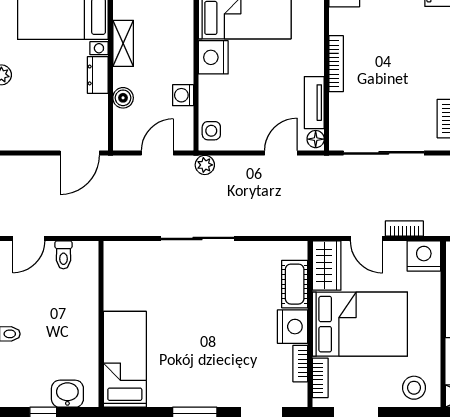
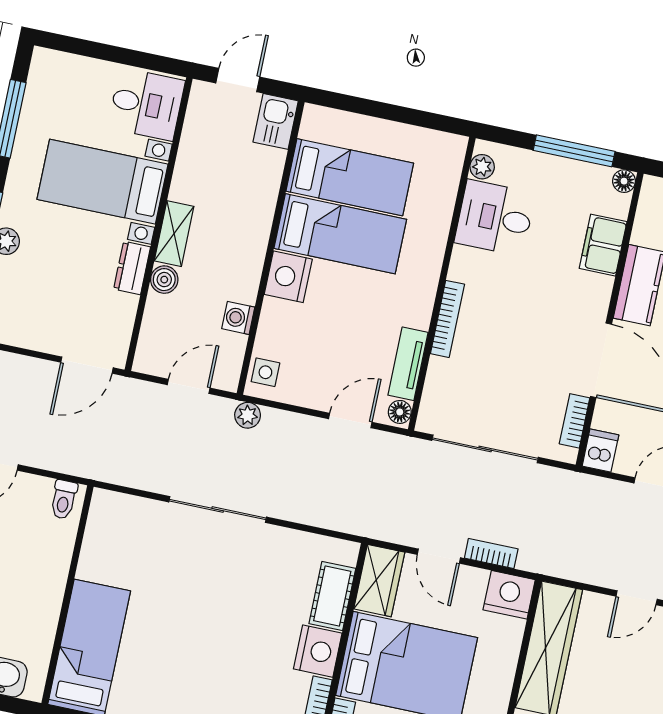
boiler: (123, 98) -> (164, 280), moved
toilet: (63, 255) -> (64, 499), moved

